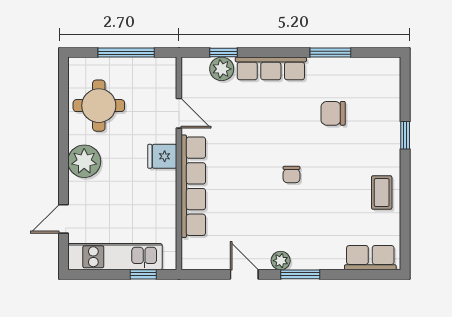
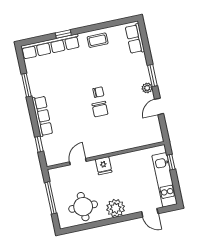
plant: (222, 69) -> (48, 143), removed
chair: (333, 113) -> (100, 109), moved
row of seats: (193, 186) -> (50, 46), moved, turned 180

